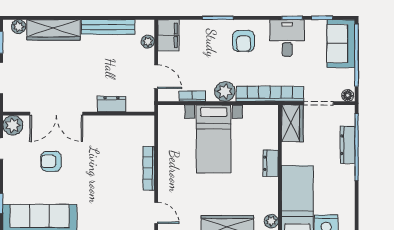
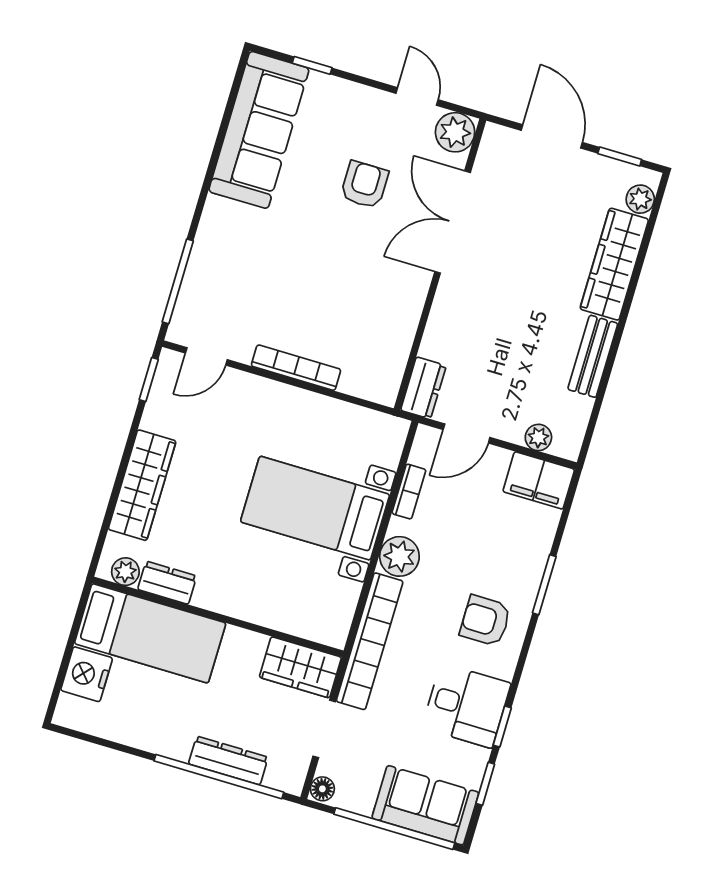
bench: (108, 27) -> (593, 356), width x0.73
dresser: (111, 104) -> (423, 388), moved
dresser: (271, 163) -> (167, 583), moved

